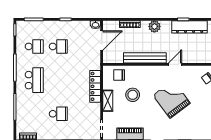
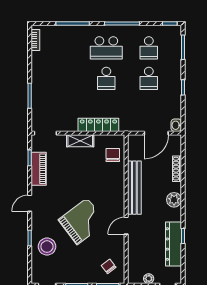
door: (102, 41) -> (156, 133), hinge flipped
door: (175, 64) -> (126, 226), swing flipped
stool: (133, 95) -> (47, 247), moved
school desk: (58, 114) -> (106, 78), moved

